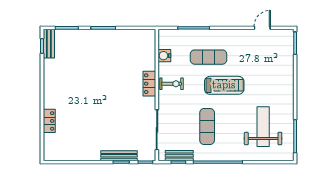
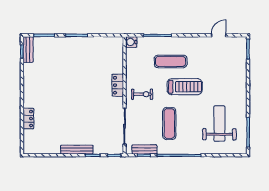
water cooler: (164, 56) -> (131, 42), moved
exercise bike: (172, 84) -> (142, 94), moved
bench: (119, 156) -> (77, 150), moved

